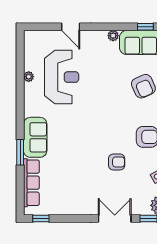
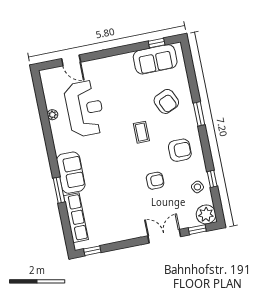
door: (71, 27) -> (71, 60), moved
plant: (113, 36) -> (127, 58), removed
coffee table: (113, 111) -> (141, 132), added

